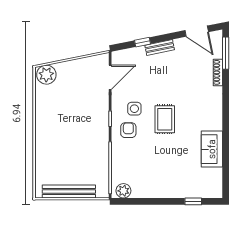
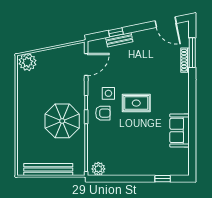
bench: (160, 47) -> (119, 40), moved
window: (226, 53) -> (192, 53), moved
rug: (165, 119) -> (136, 103), turned 90
armchair: (128, 130) -> (103, 113), turned 90
parasol: (84, 139) -> (62, 121), added

